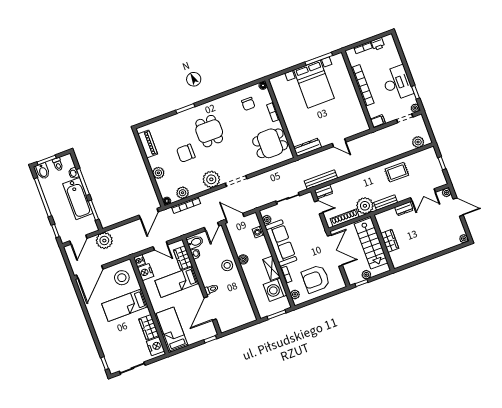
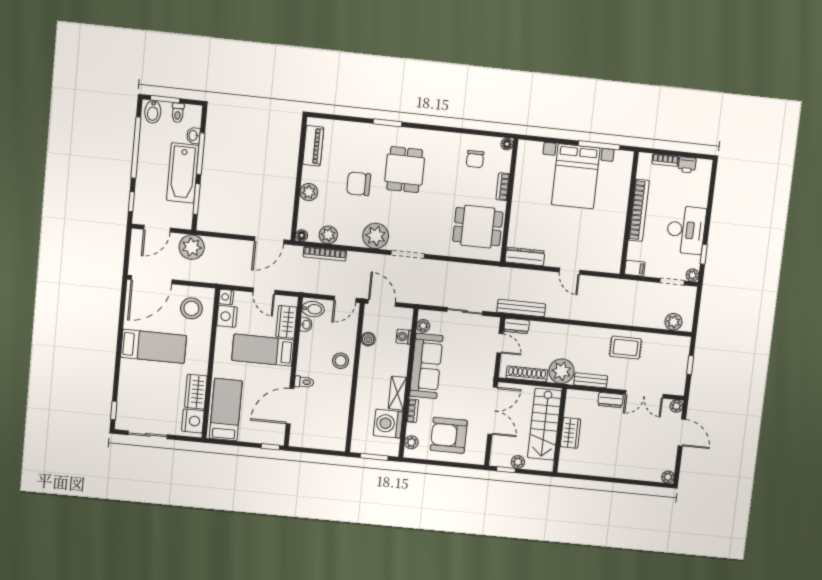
boiler: (243, 259) -> (368, 339), moved
bed: (125, 305) -> (154, 346), moved, turned 180

